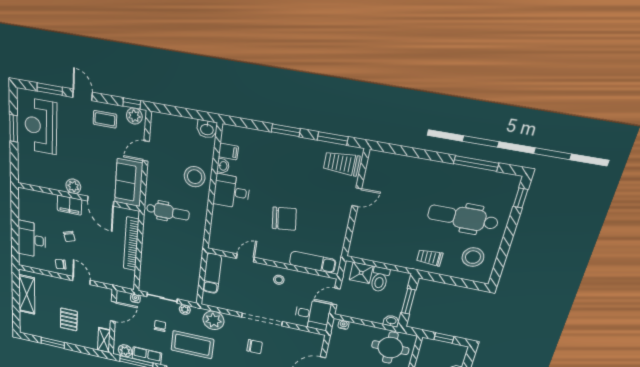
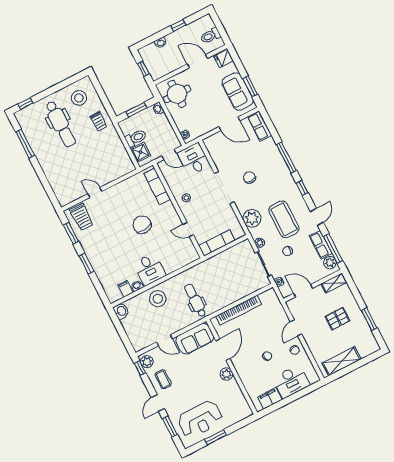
filing cabinet: (69, 205) -> (270, 398), moved, turned -90

